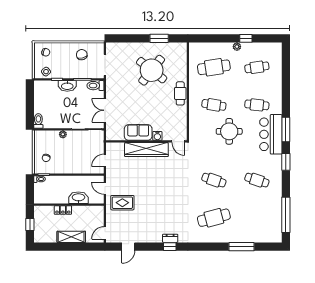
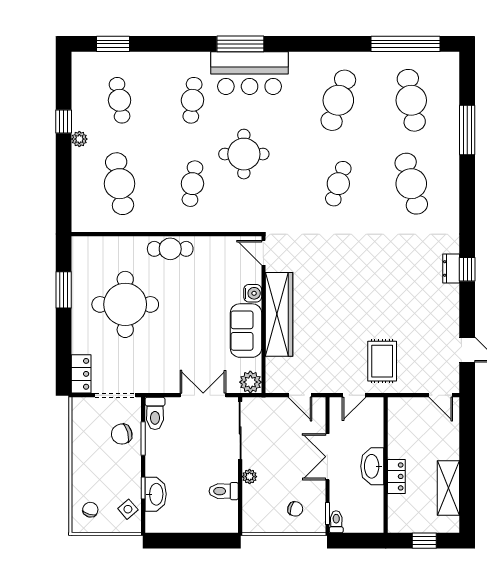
locker: (116, 47) -> (81, 374), added
chair: (82, 55) -> (122, 434), moved
round table: (152, 70) -> (125, 304), turned -38
washbasin: (67, 86) -> (156, 494), moved
double door: (105, 110) -> (203, 395), swing flipped
toilet: (38, 121) -> (224, 491), moved
plant: (112, 135) -> (250, 382), added
door: (178, 141) -> (263, 253), swing flipped
window: (286, 162) -> (113, 44), moved
double door: (73, 175) -> (327, 457), added
cafe table: (257, 180) -> (338, 100), width x1.37, depth x1.35
washbasin: (78, 198) -> (372, 466), moved
cafe table: (257, 218) -> (411, 100), added
shelving: (71, 237) -> (448, 488), moved

